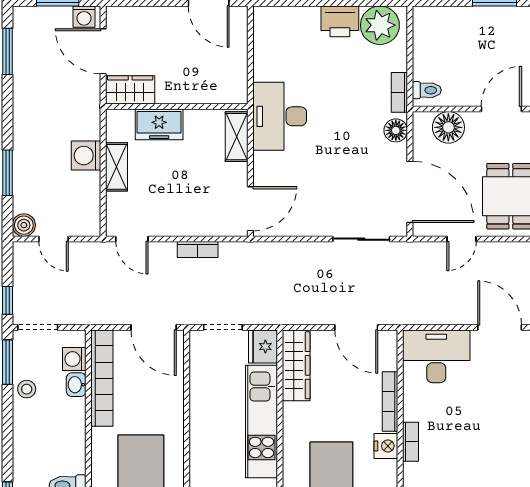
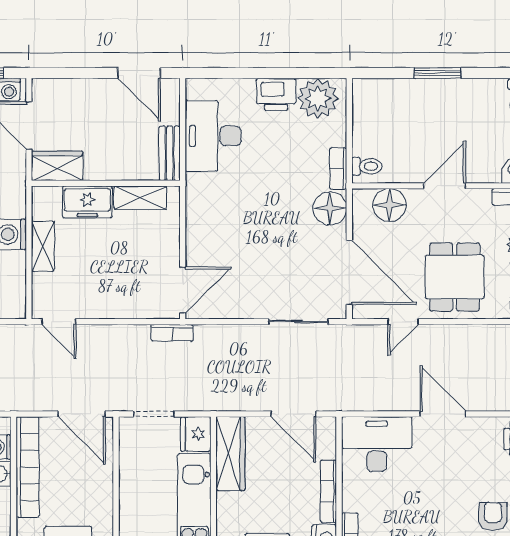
bench: (238, 78) -> (170, 153), added
desk: (280, 116) -> (213, 136), moved
floor lamp: (396, 130) -> (330, 208), width x1.38, depth x1.38
shelving: (237, 137) -> (140, 198), moved, turned 90
bookcase: (198, 250) -> (172, 333), moved

